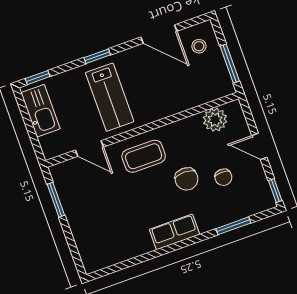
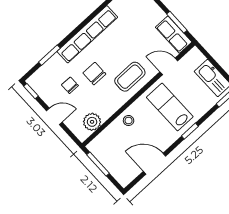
stool: (199, 46) -> (129, 121), moved
row of seats: (67, 186) -> (174, 35), added
row of seats: (175, 232) -> (87, 34), width x2.02

